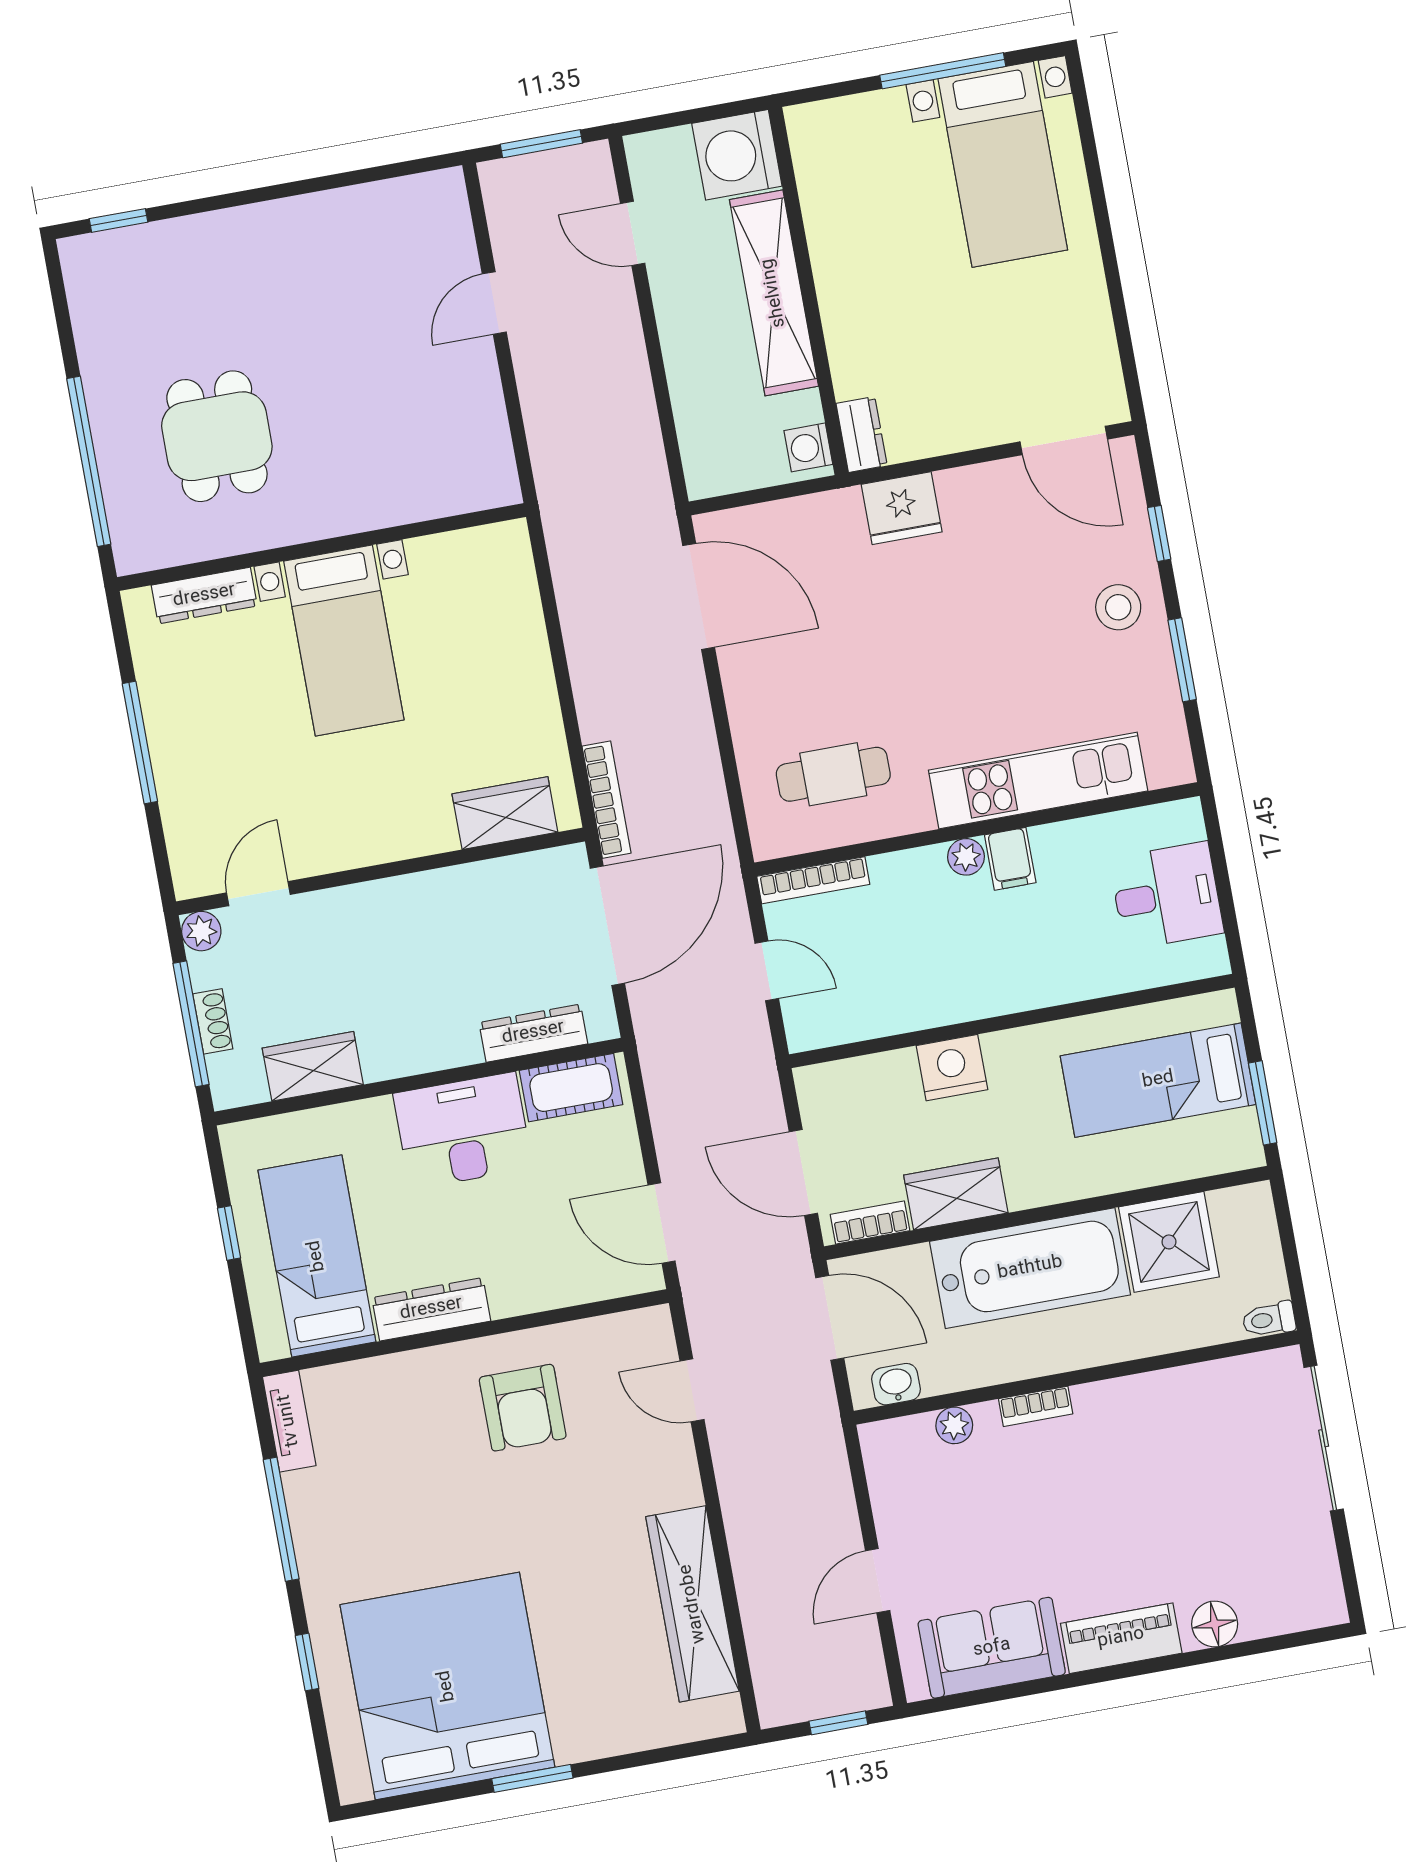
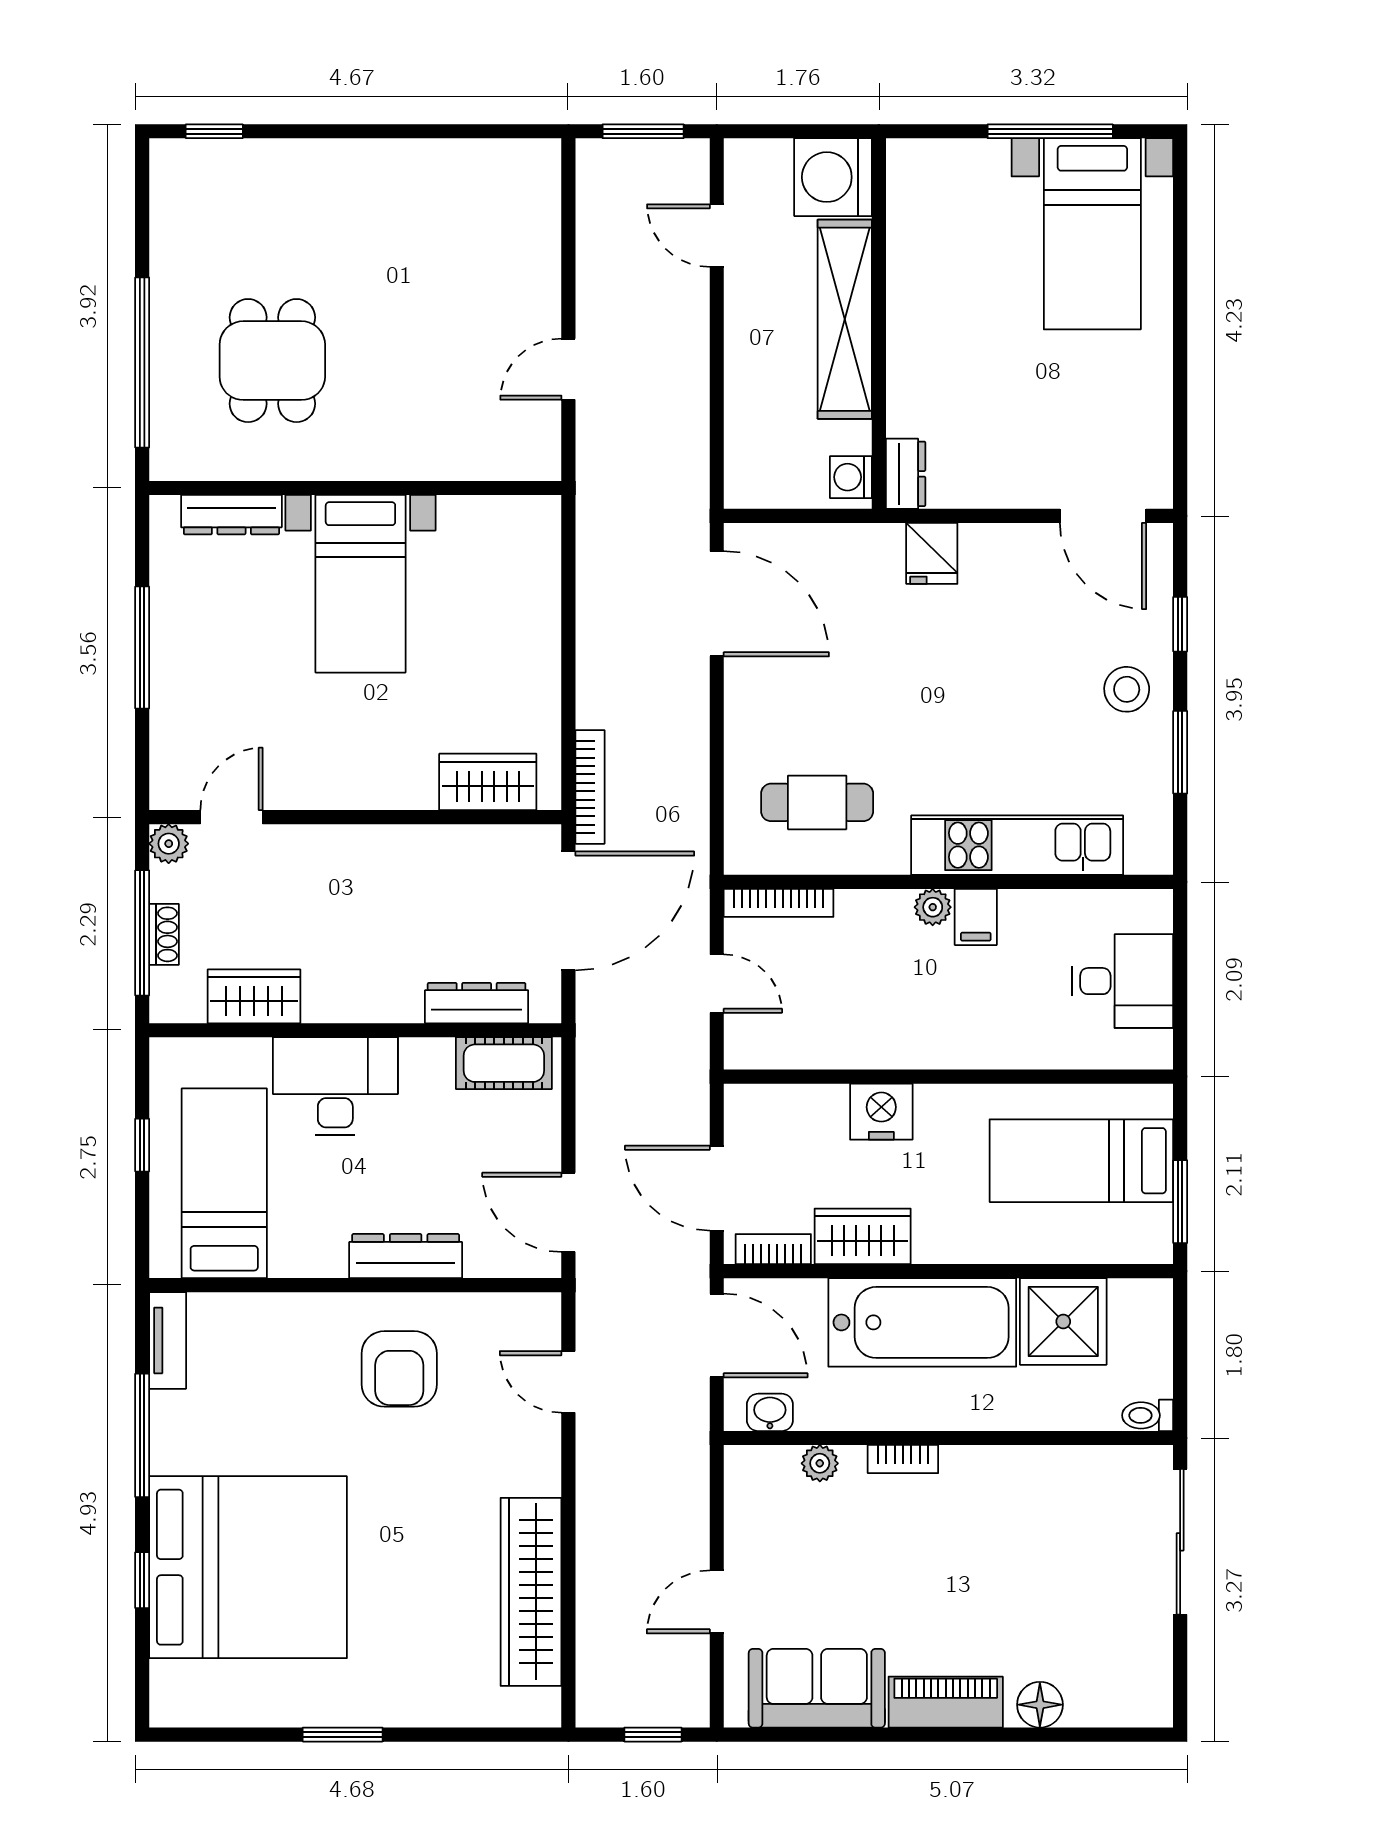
door: (494, 303) -> (568, 369), moved
fridge: (902, 508) -> (932, 553), width x0.72
desk: (463, 1131) -> (335, 1086), moved
dresser: (431, 1309) -> (406, 1256), moved
bed: (447, 1686) -> (248, 1567), moved, turned 90

